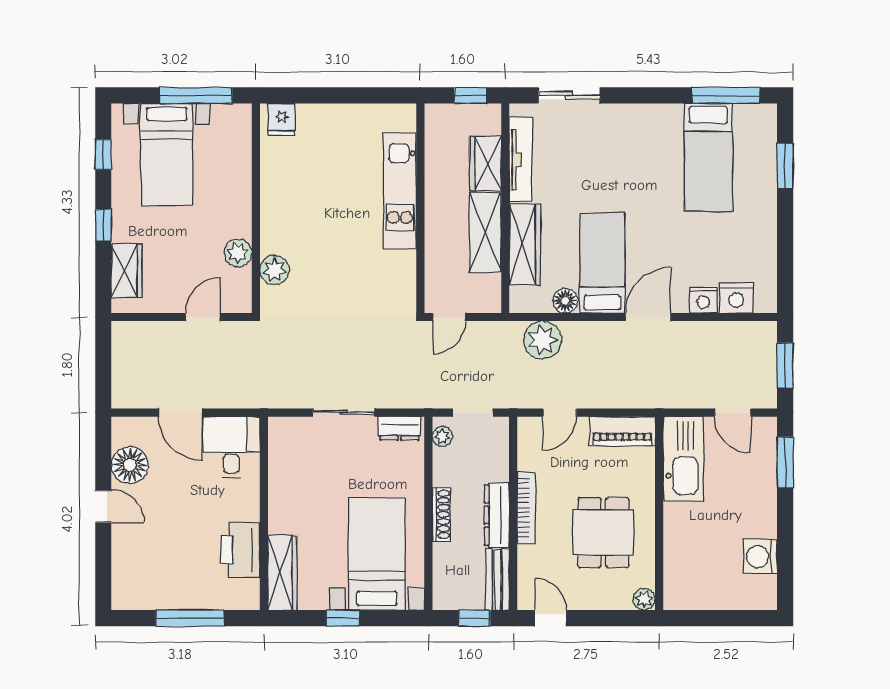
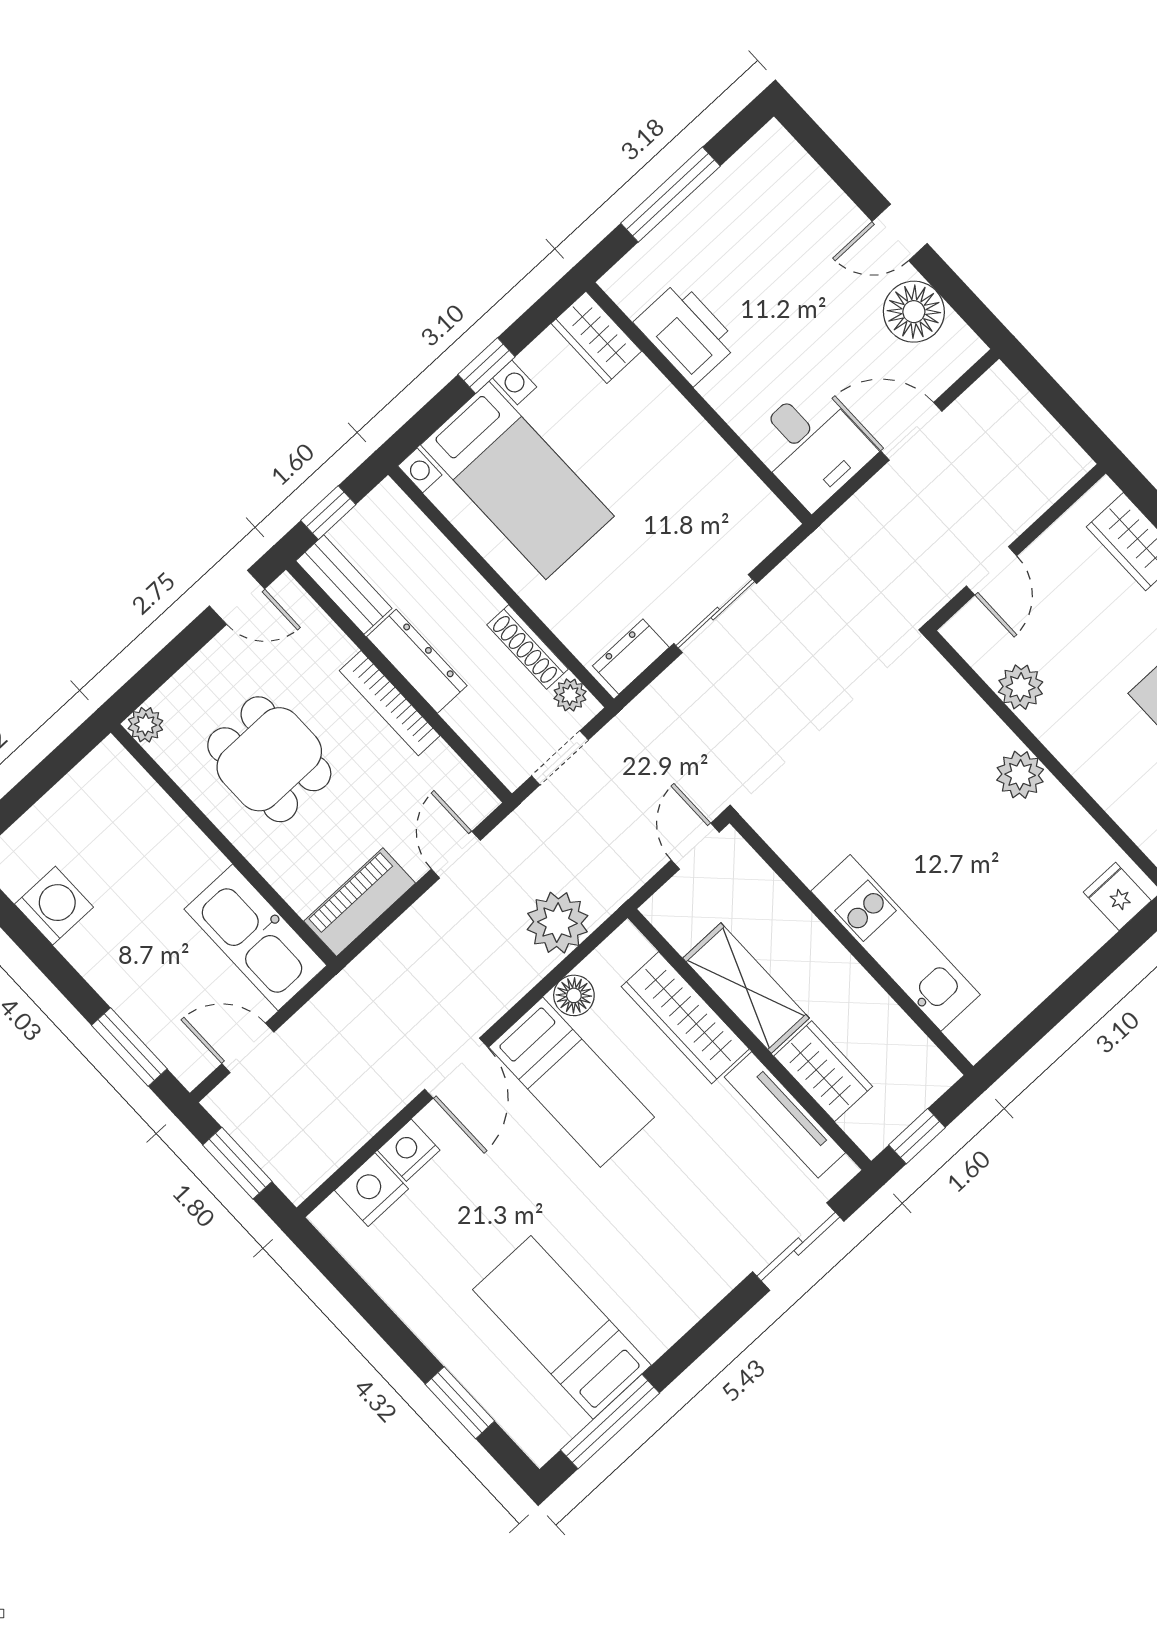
plant: (275, 270) -> (1020, 775), moved
shoe rack: (441, 514) -> (528, 647), moved
wardrobe: (282, 573) -> (596, 337), width x0.67

